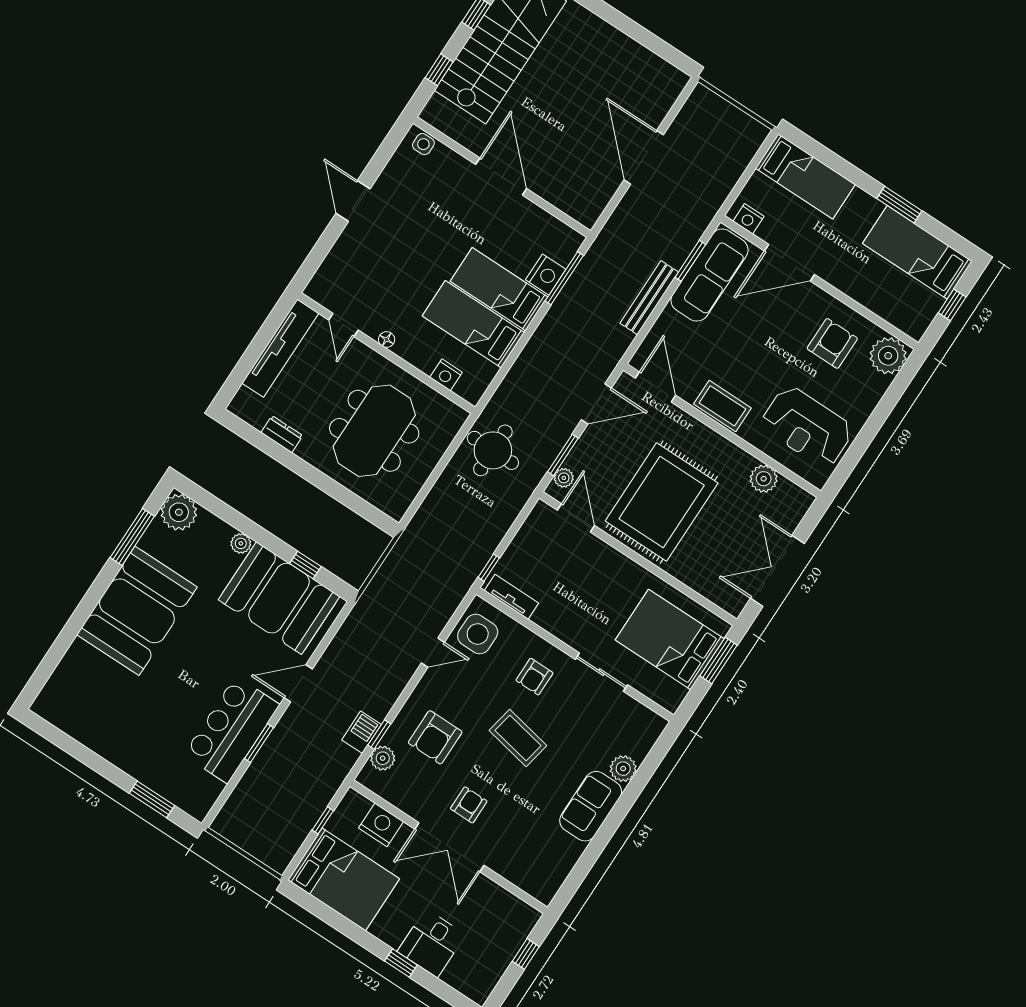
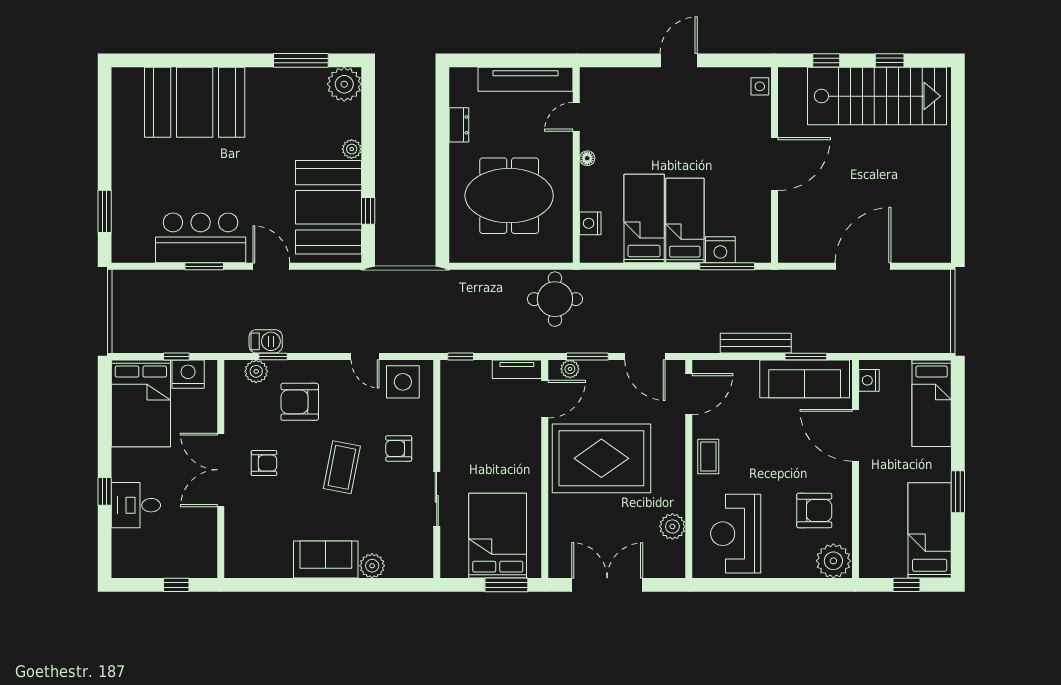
coffee table: (722, 406) -> (708, 457), width x0.73, depth x0.77
tv unit: (511, 597) -> (517, 369), moved, turned 90
booth: (137, 611) -> (195, 102), moved
nightstand: (381, 825) -> (188, 374), moved, turned -90

